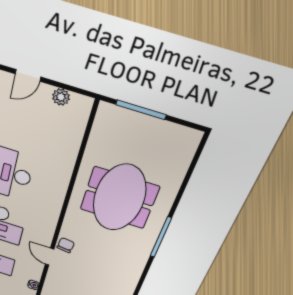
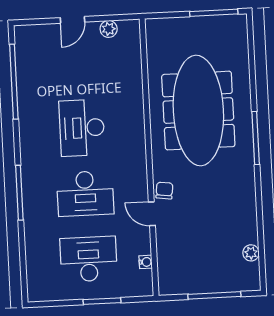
window: (141, 110) -> (214, 13), moved
meeting table: (119, 198) -> (198, 111), width x1.36

